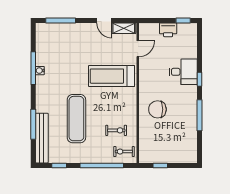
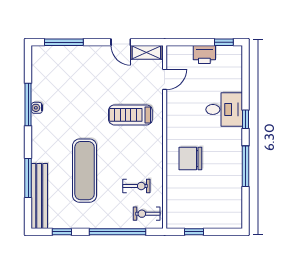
treadmill: (112, 76) -> (130, 115), width x0.73, depth x0.73

